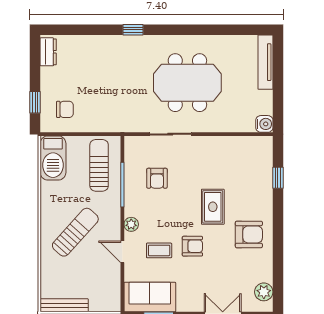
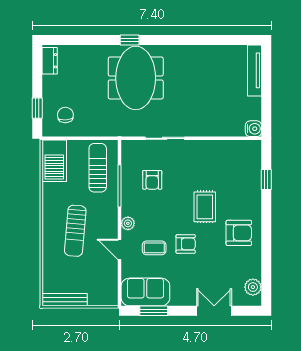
meeting table: (187, 83) -> (136, 78), moved, turned 90
chair: (65, 109) -> (65, 115), turned -94
sun lounger: (75, 232) -> (75, 231), turned 143

